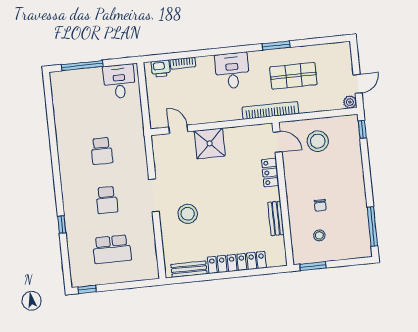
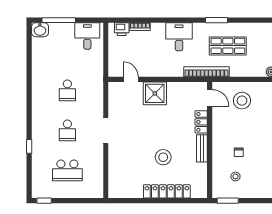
washbasin: (60, 80) -> (40, 30), added
stool: (188, 214) -> (163, 157), moved
bench: (276, 218) -> (202, 148), moved
bench: (189, 269) -> (128, 193), removed

